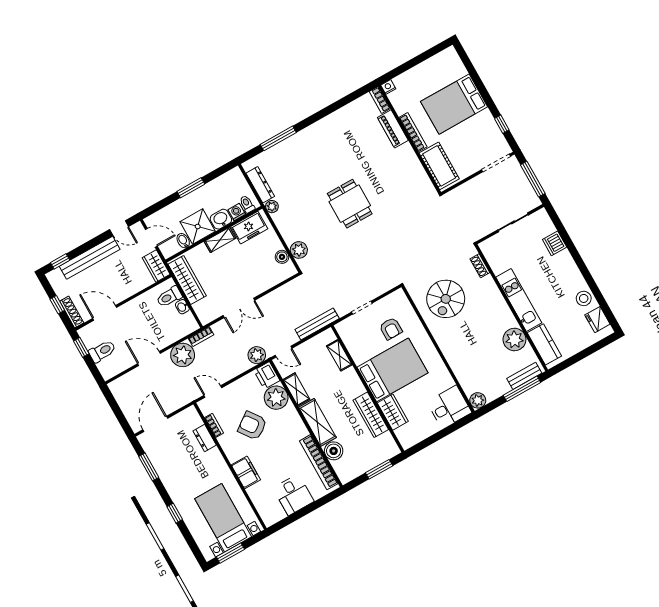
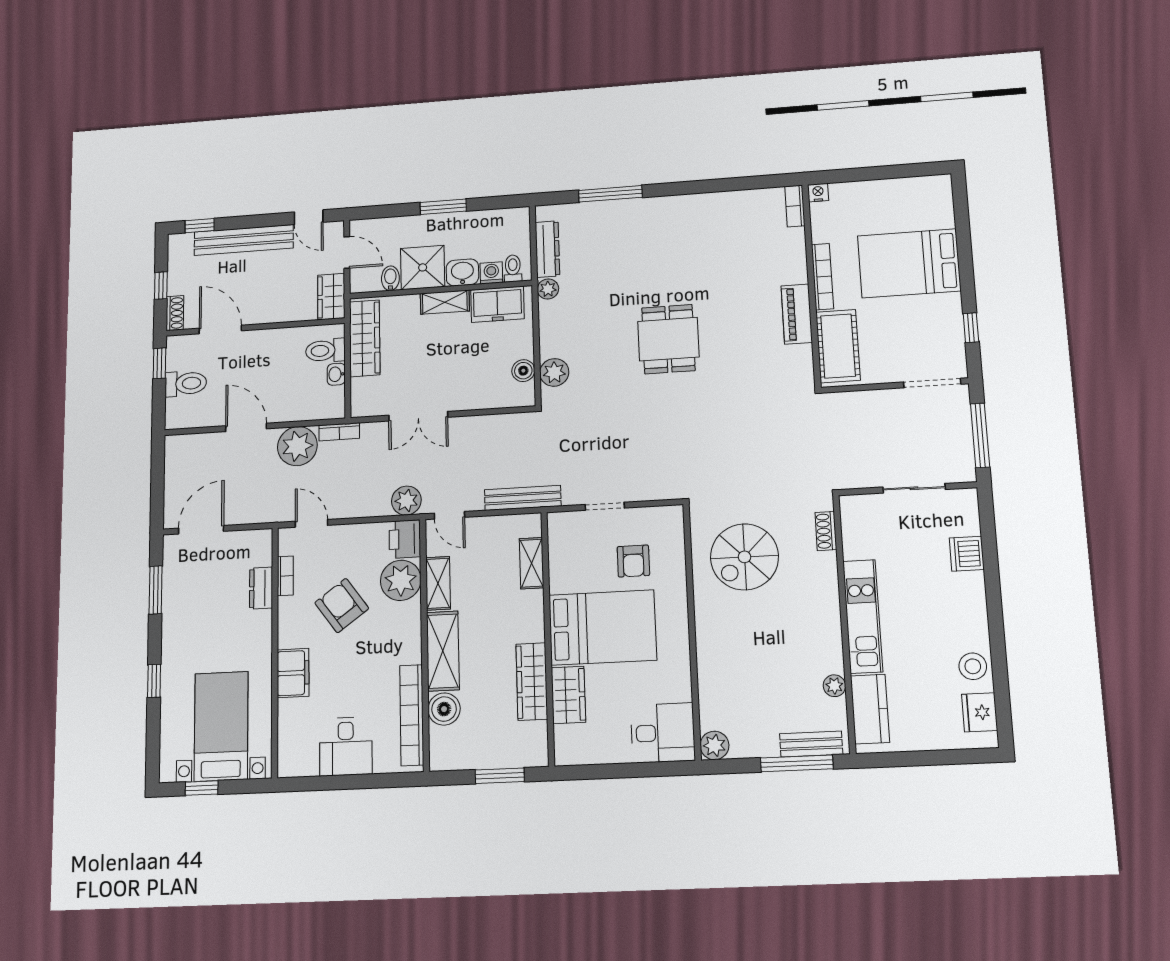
piano: (393, 129) -> (797, 314), moved
shoe rack: (72, 312) -> (175, 313), width x0.70
plant: (514, 340) -> (834, 686), width x0.53, depth x0.53
window: (230, 553) -> (202, 788), width x0.67

